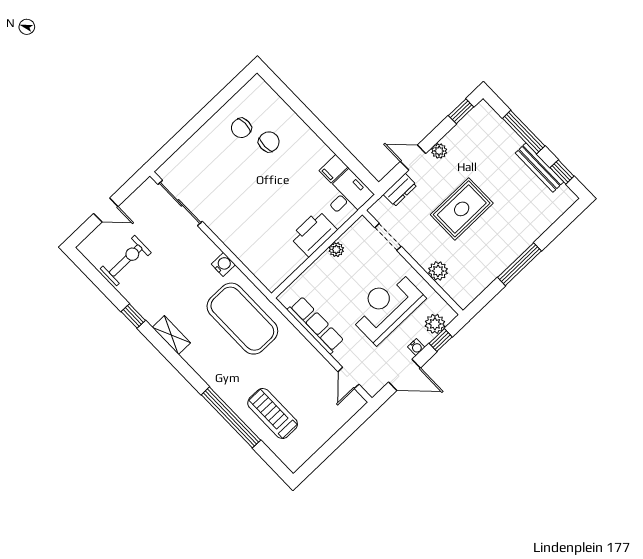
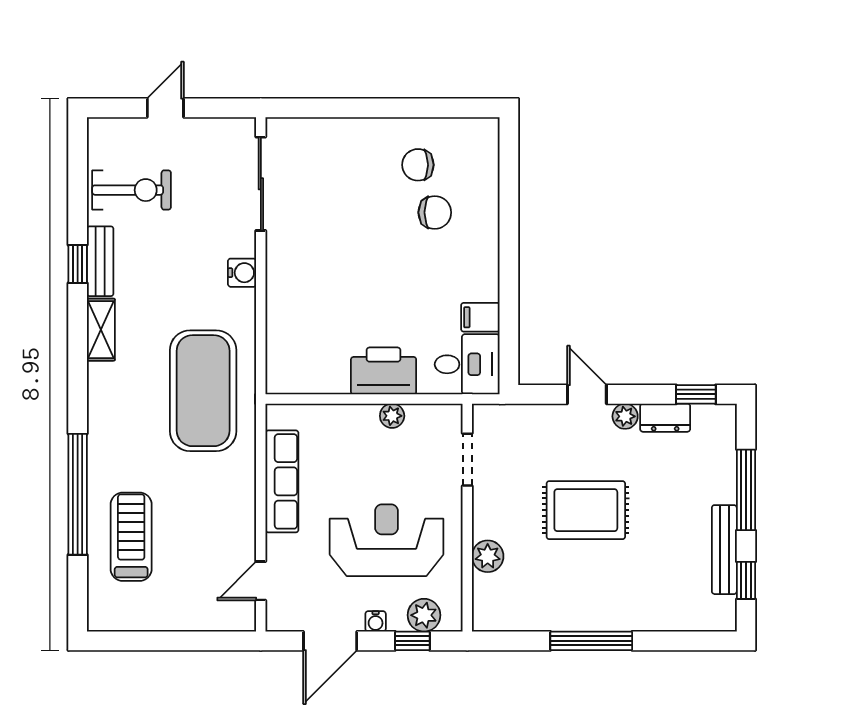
dresser: (400, 190) -> (665, 418), moved
door: (106, 210) -> (165, 108), swing flipped
water cooler: (223, 264) -> (242, 273), moved
bench: (142, 305) -> (100, 261), added
door: (404, 375) -> (330, 641), hinge flipped

